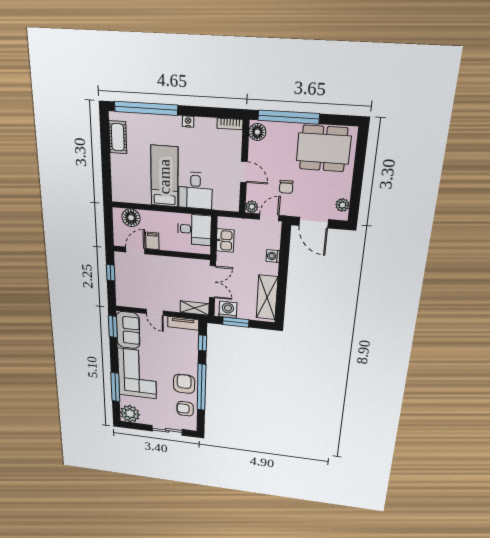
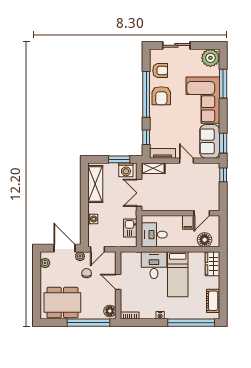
wardrobe: (120, 187) -> (212, 264), added
plant: (252, 207) -> (80, 256), moved
window: (111, 273) -> (223, 175), moved

